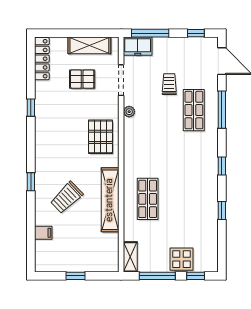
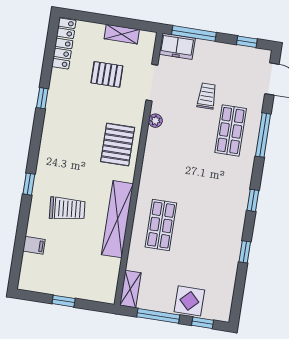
shelving: (89, 45) -> (122, 34), width x0.67, depth x0.75
trolley: (67, 198) -> (67, 209), turned -141

